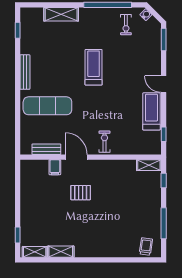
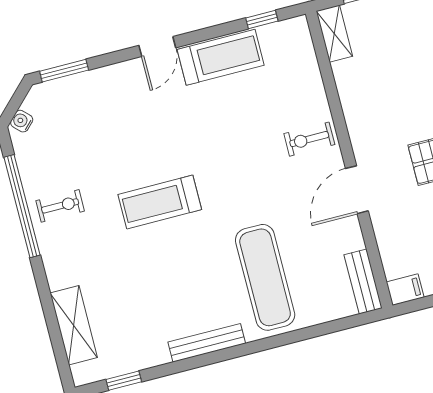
shelving: (61, 14) -> (74, 325), moved
exercise bike: (126, 25) -> (60, 206), moved
treadmill: (151, 111) -> (221, 57), turned 180
bench: (46, 149) -> (363, 281), moved
filing cabinet: (55, 167) -> (405, 290), moved

